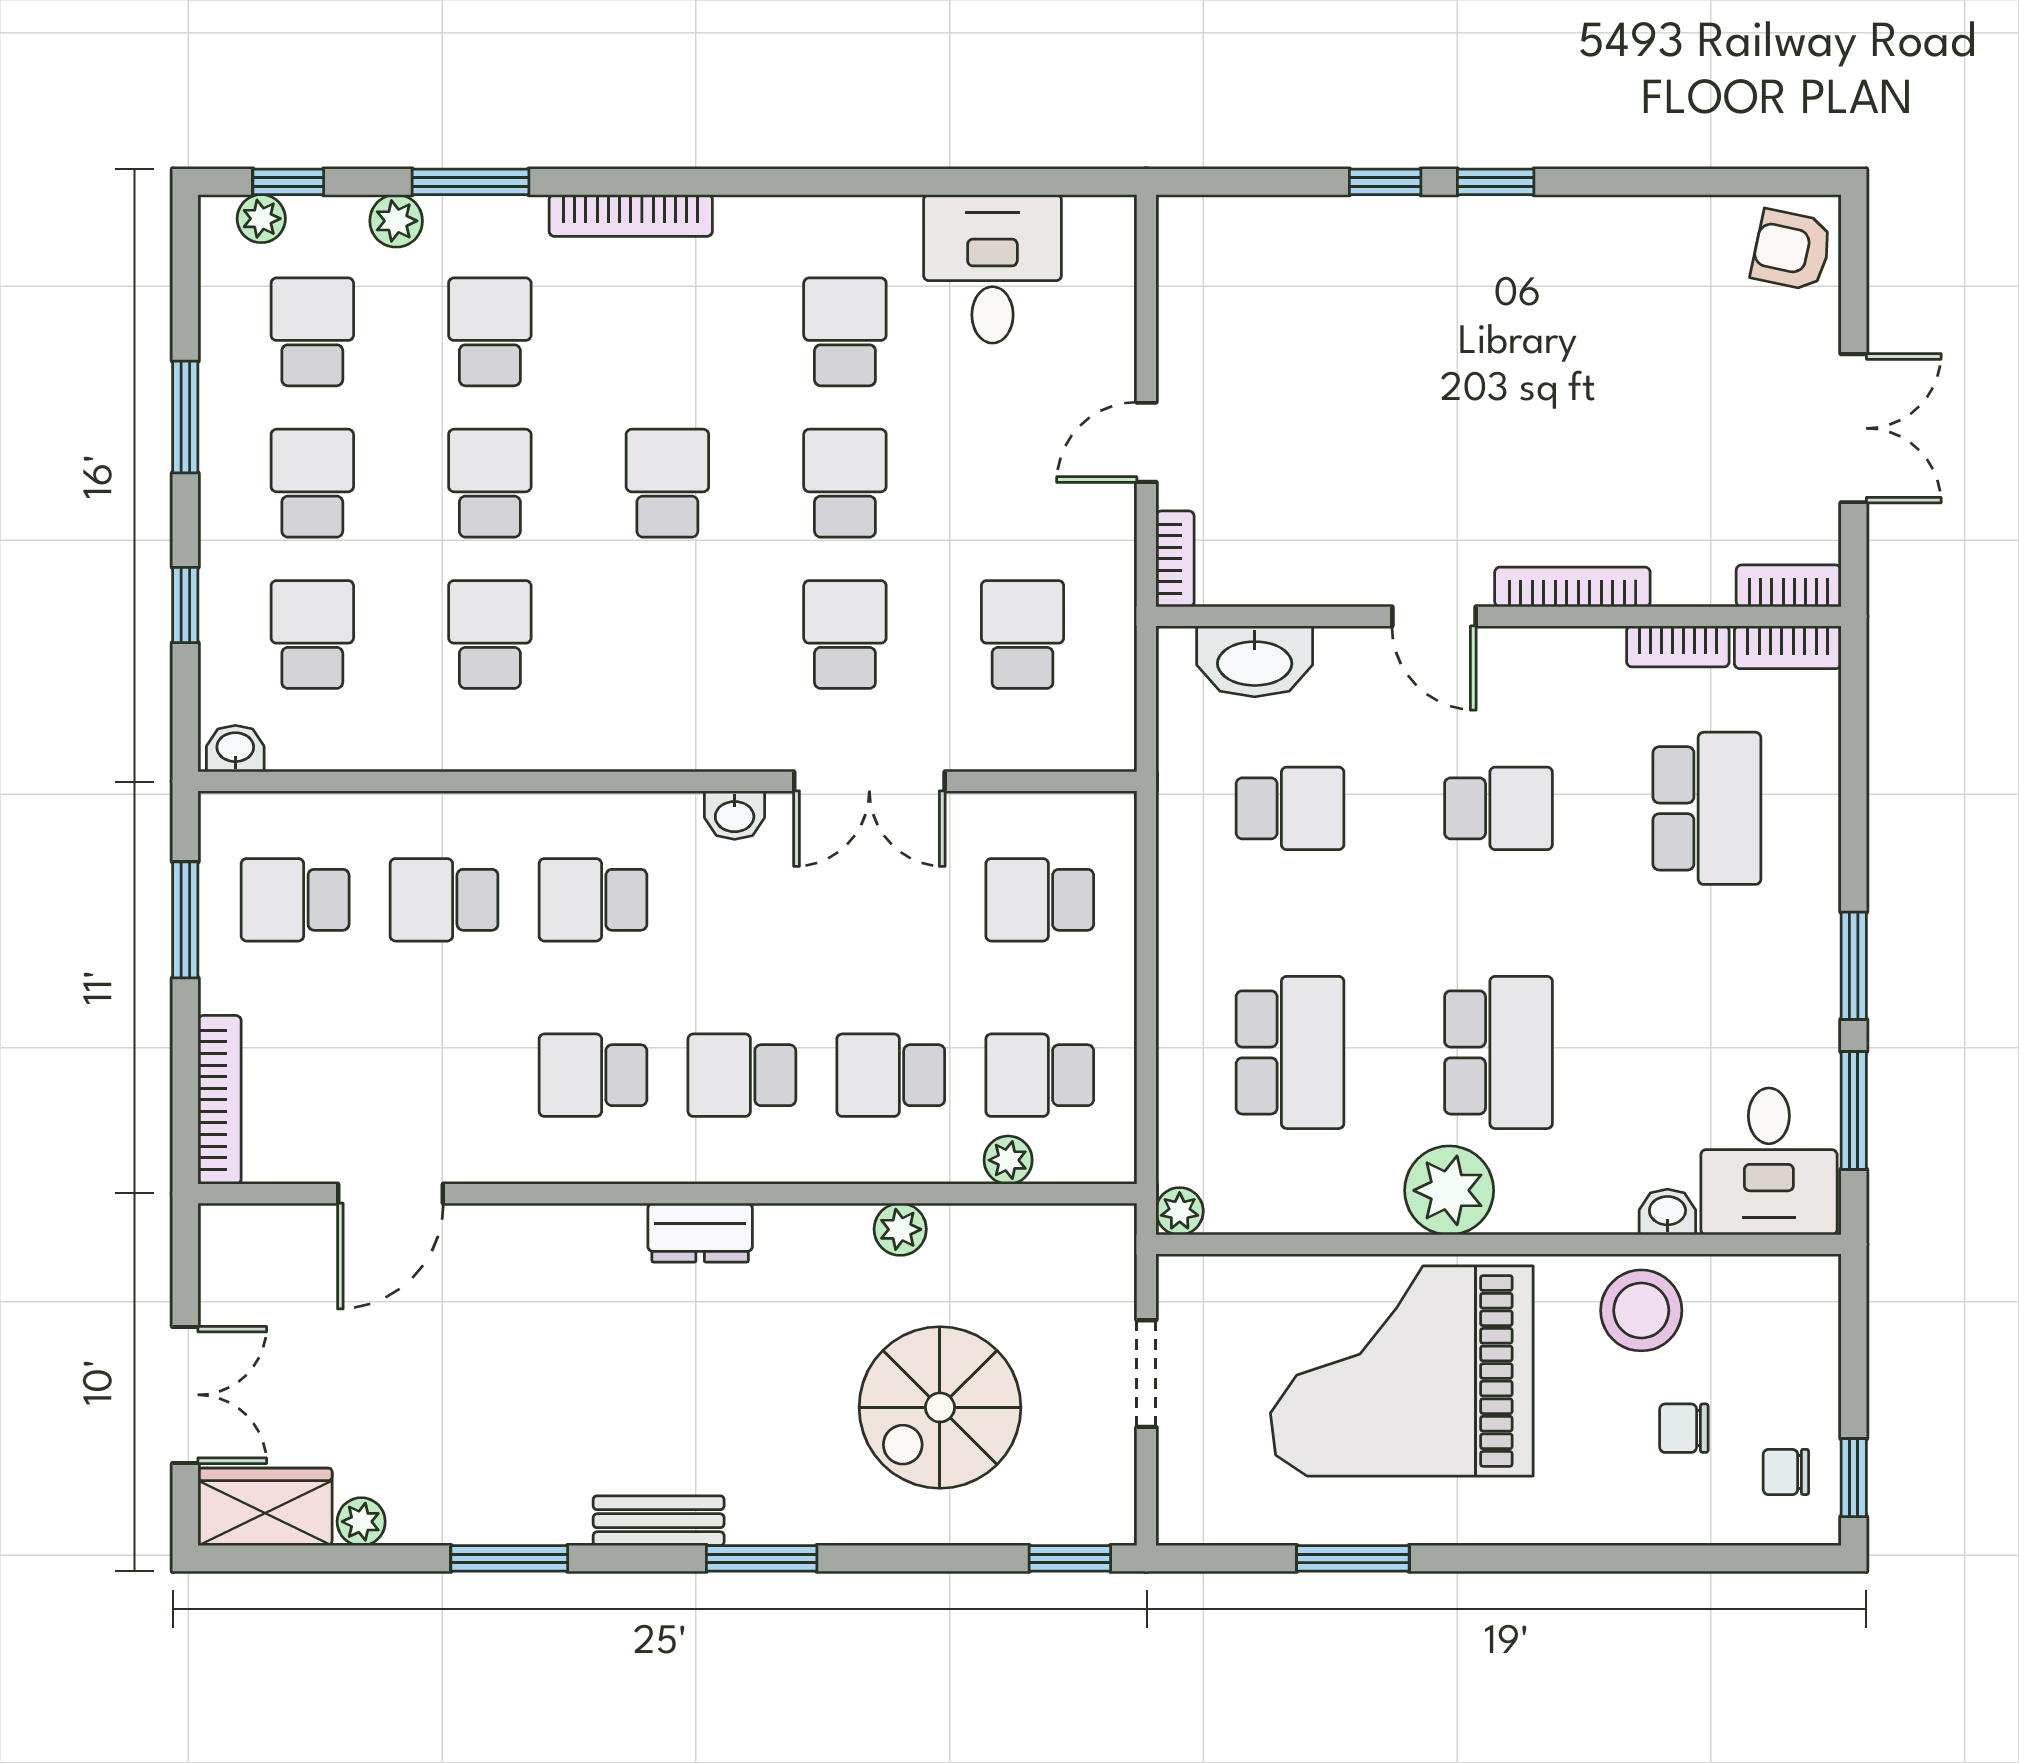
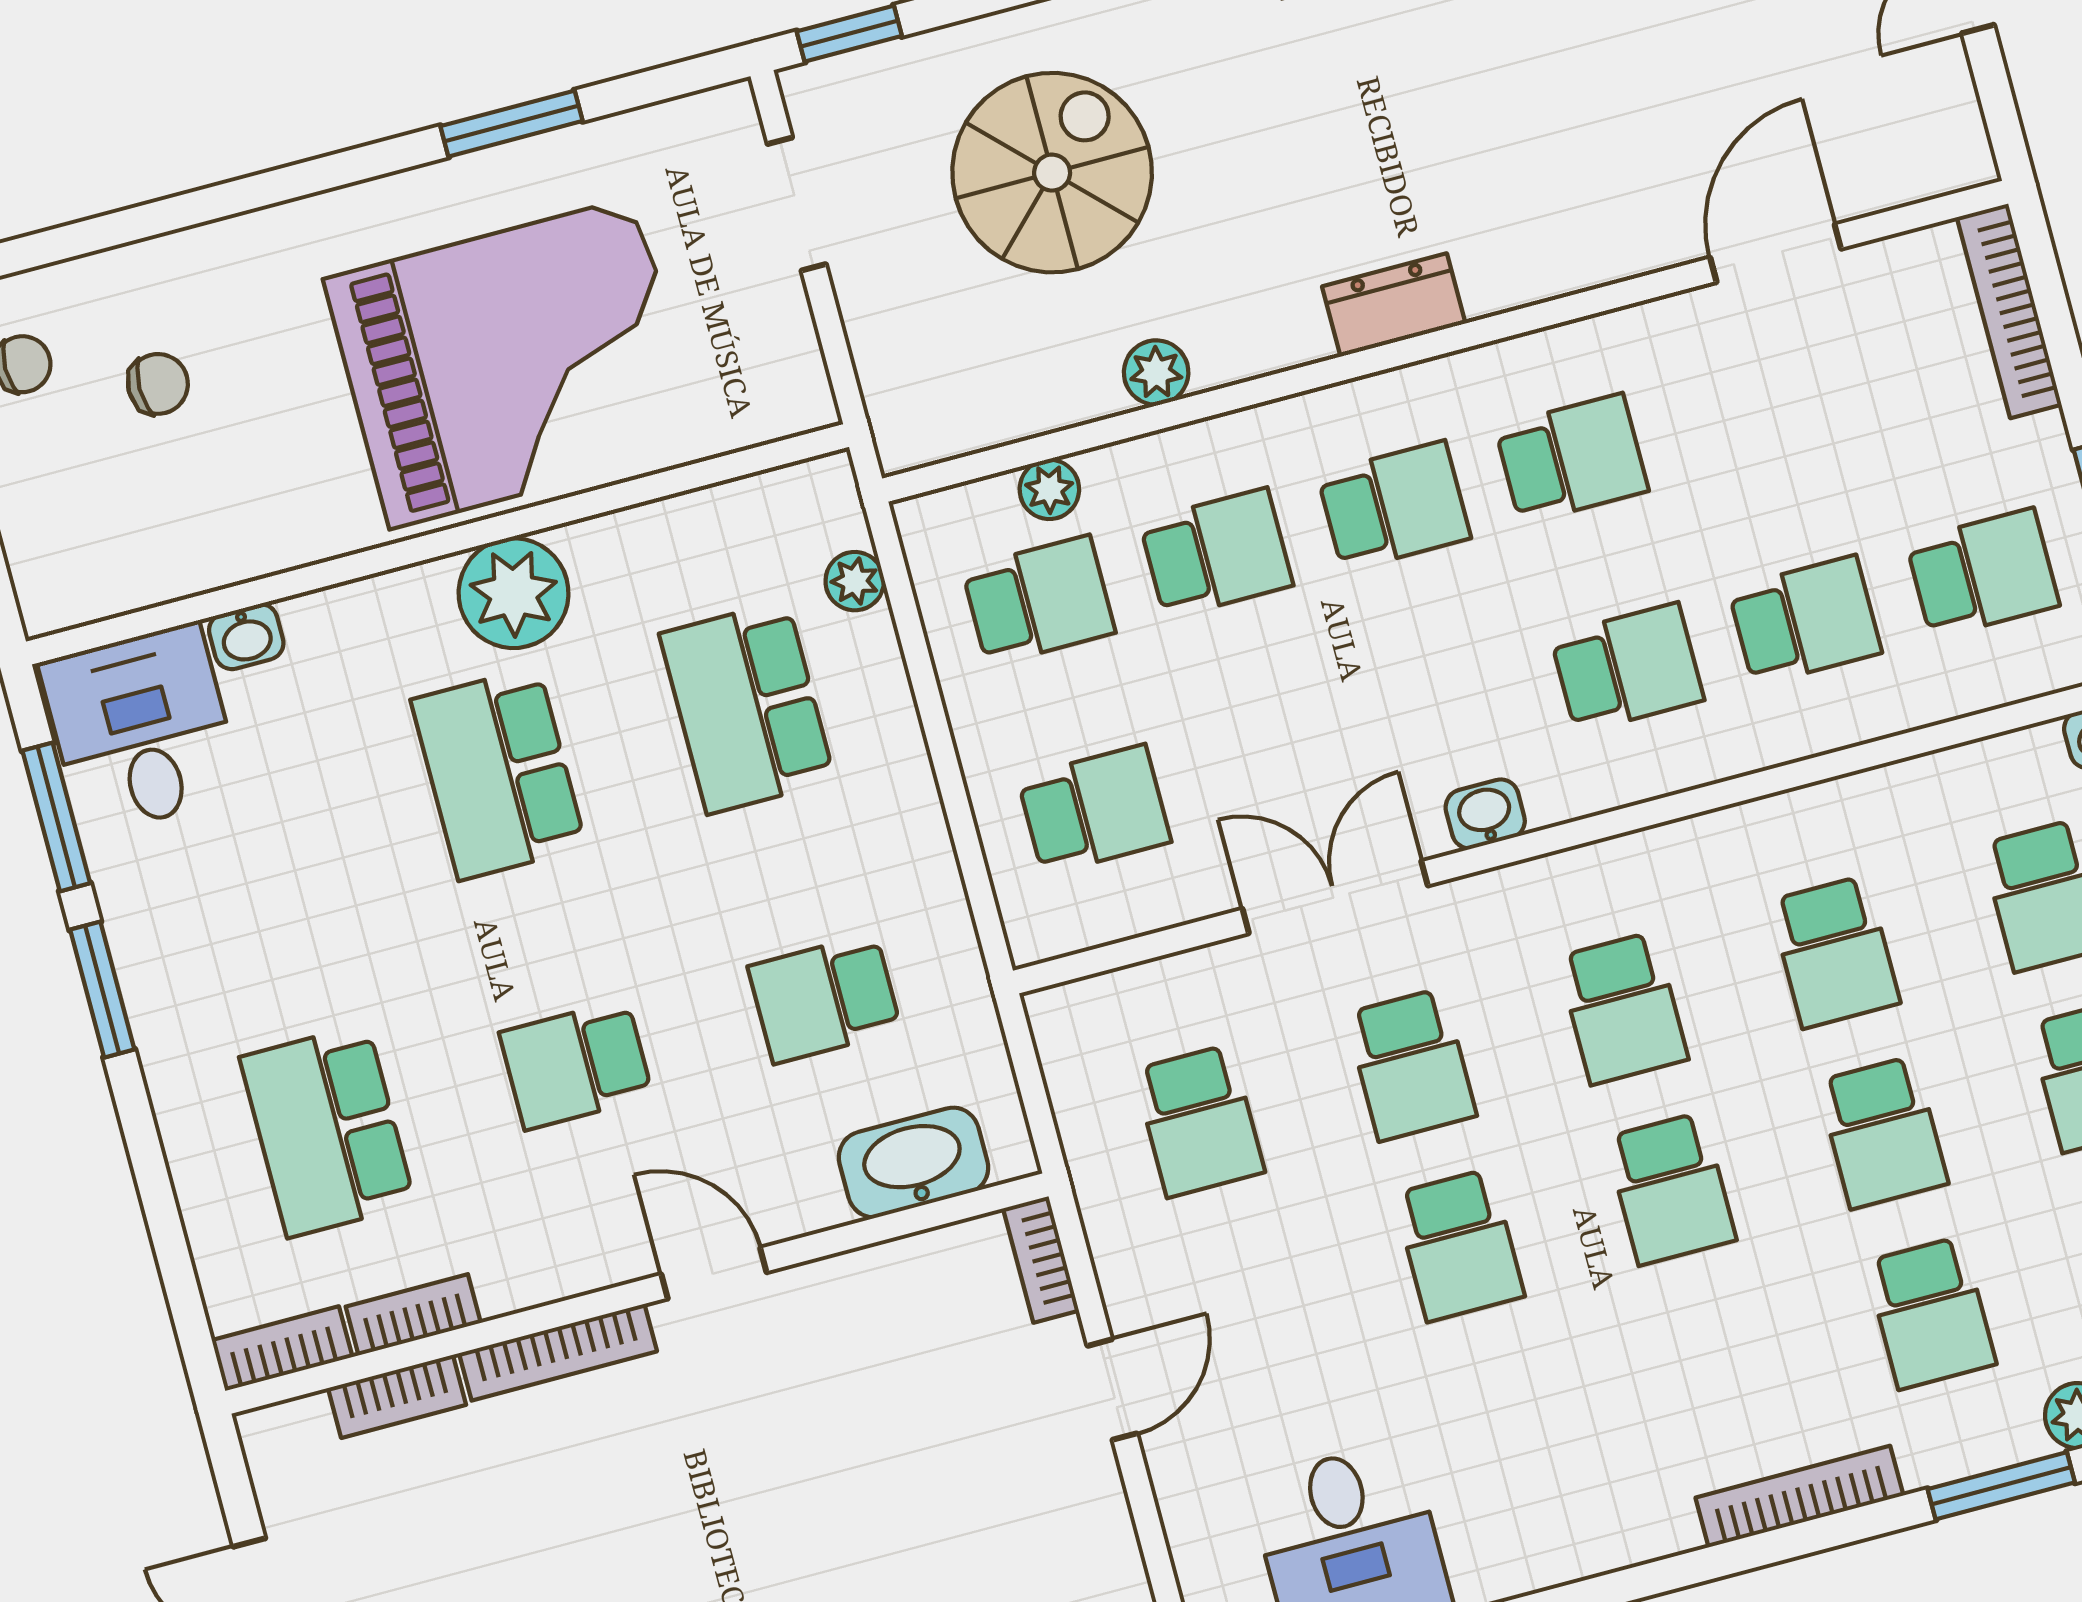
school desk: (845, 332) -> (1623, 1008), moved
bookcase: (1789, 586) -> (397, 1396), moved
plant: (1180, 1211) -> (855, 581), moved
stool: (1641, 1310) -> (246, 511), removed
doorway: (1146, 1374) -> (797, 204), moved

